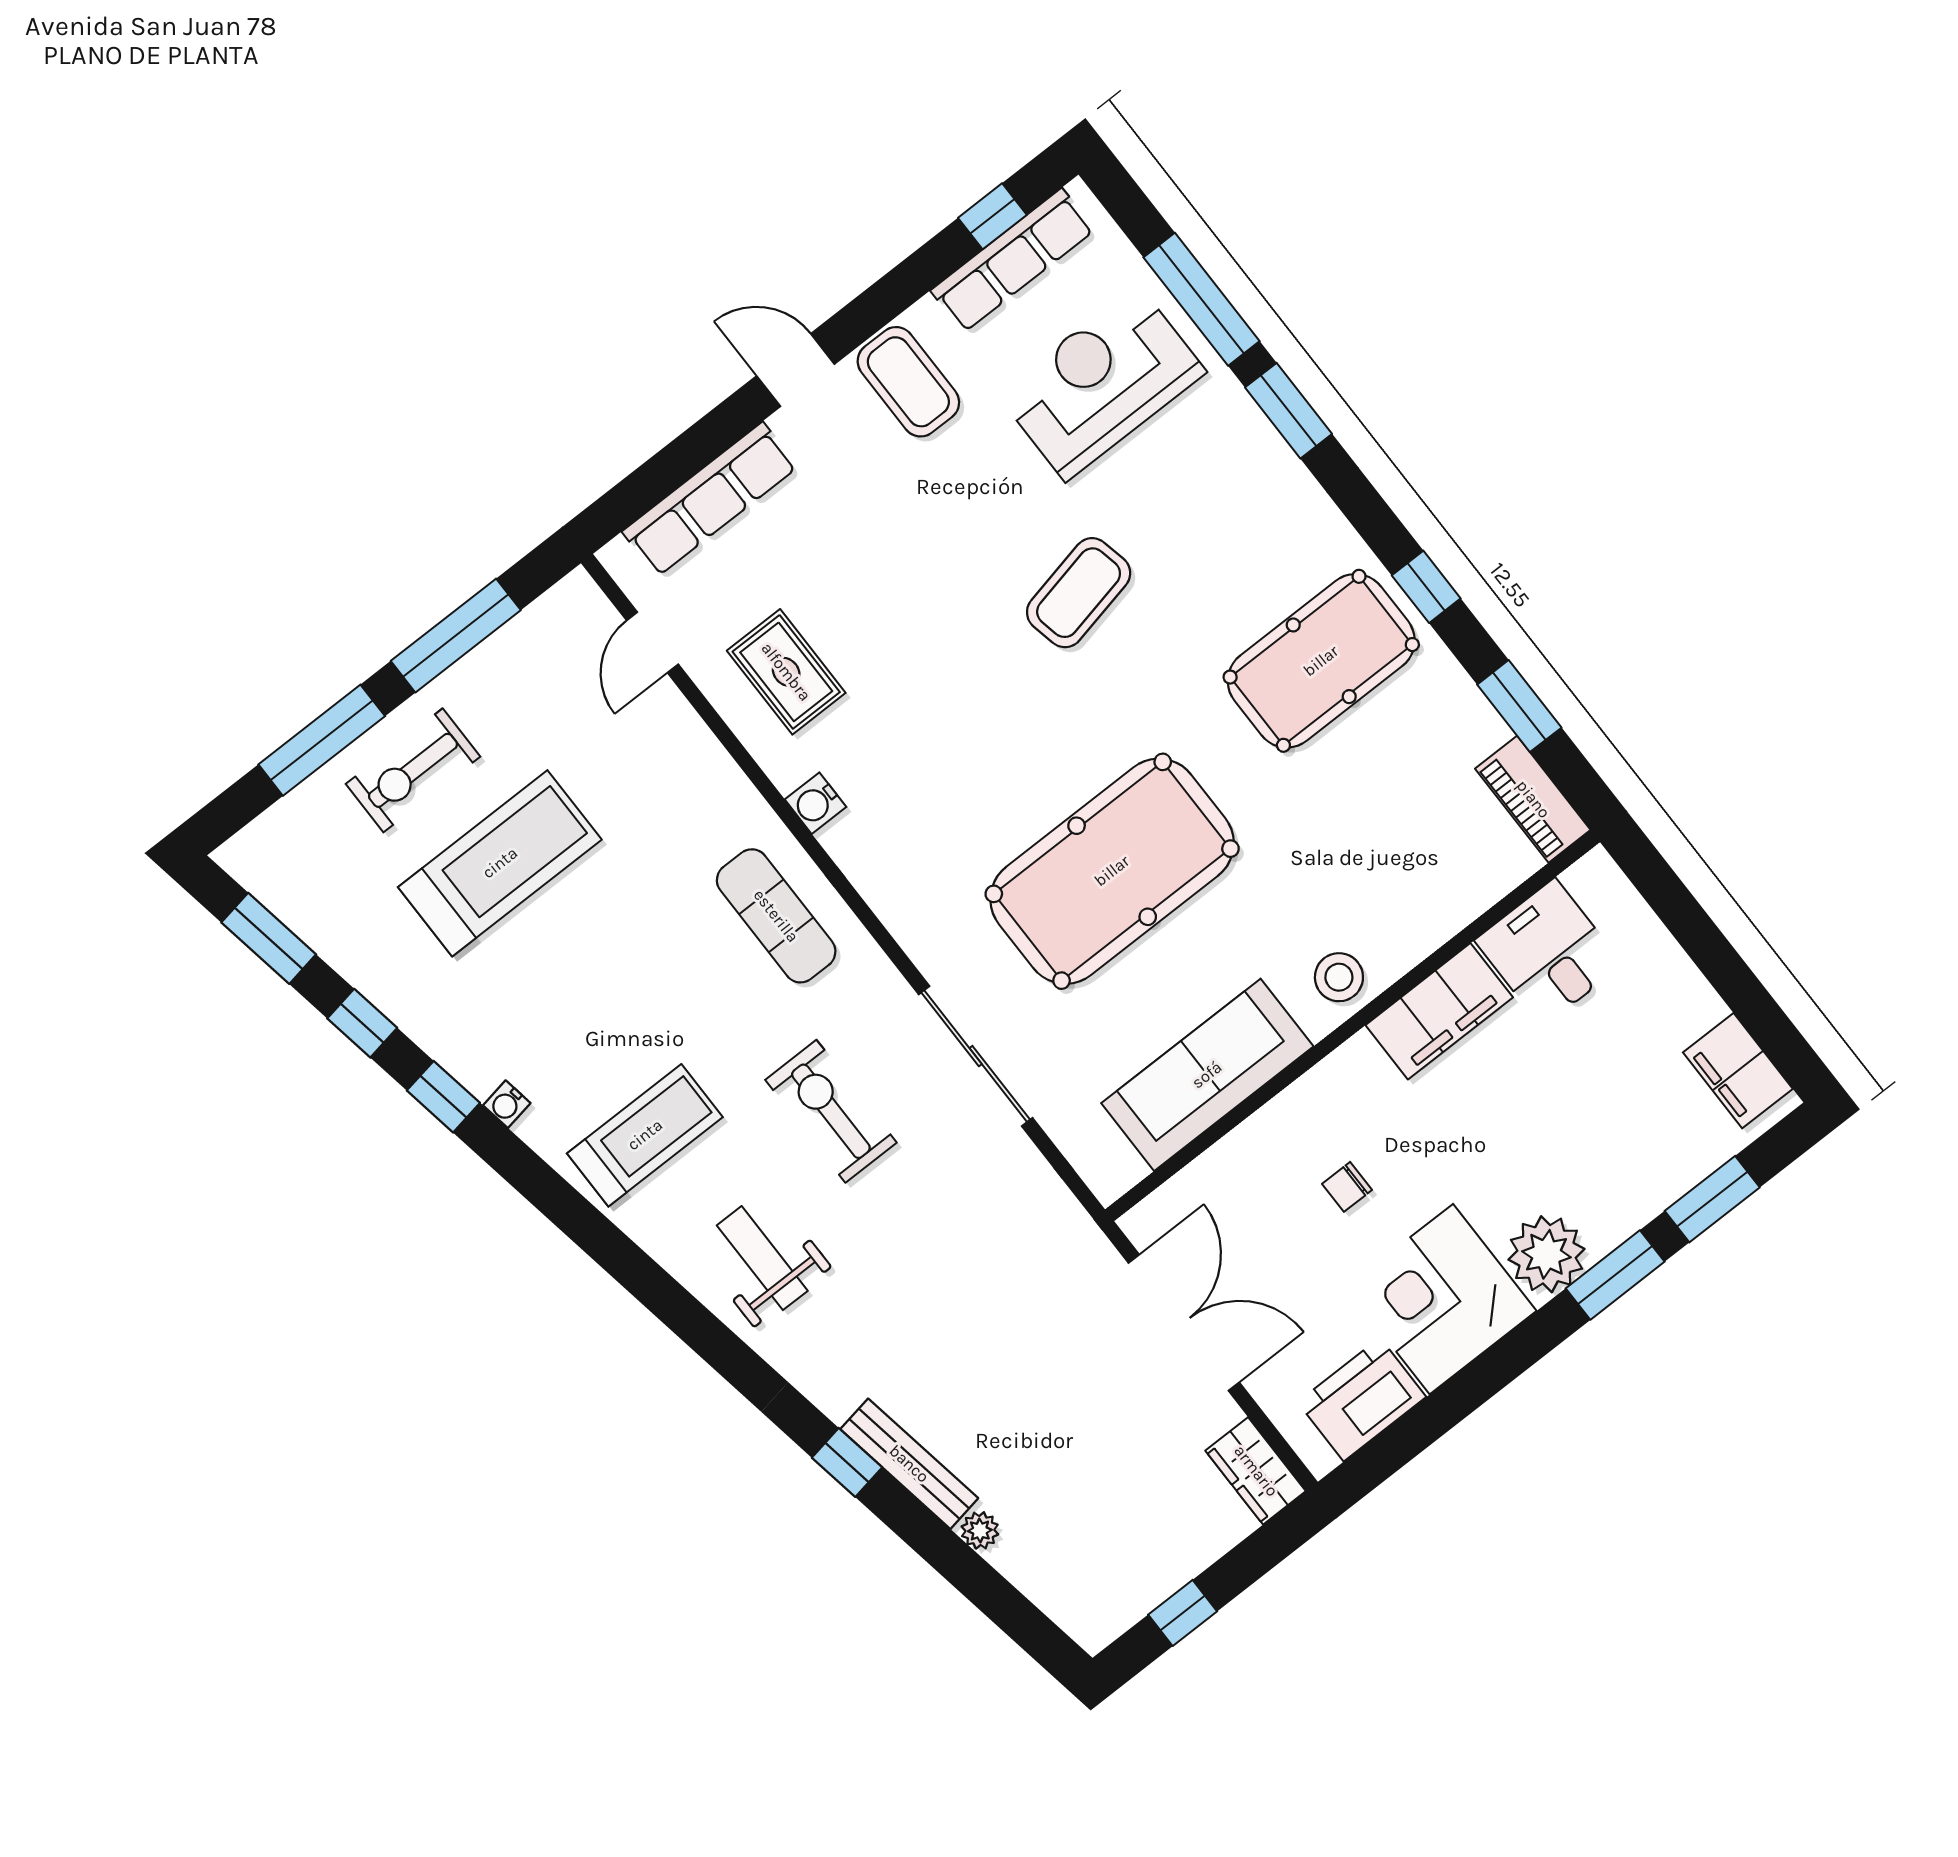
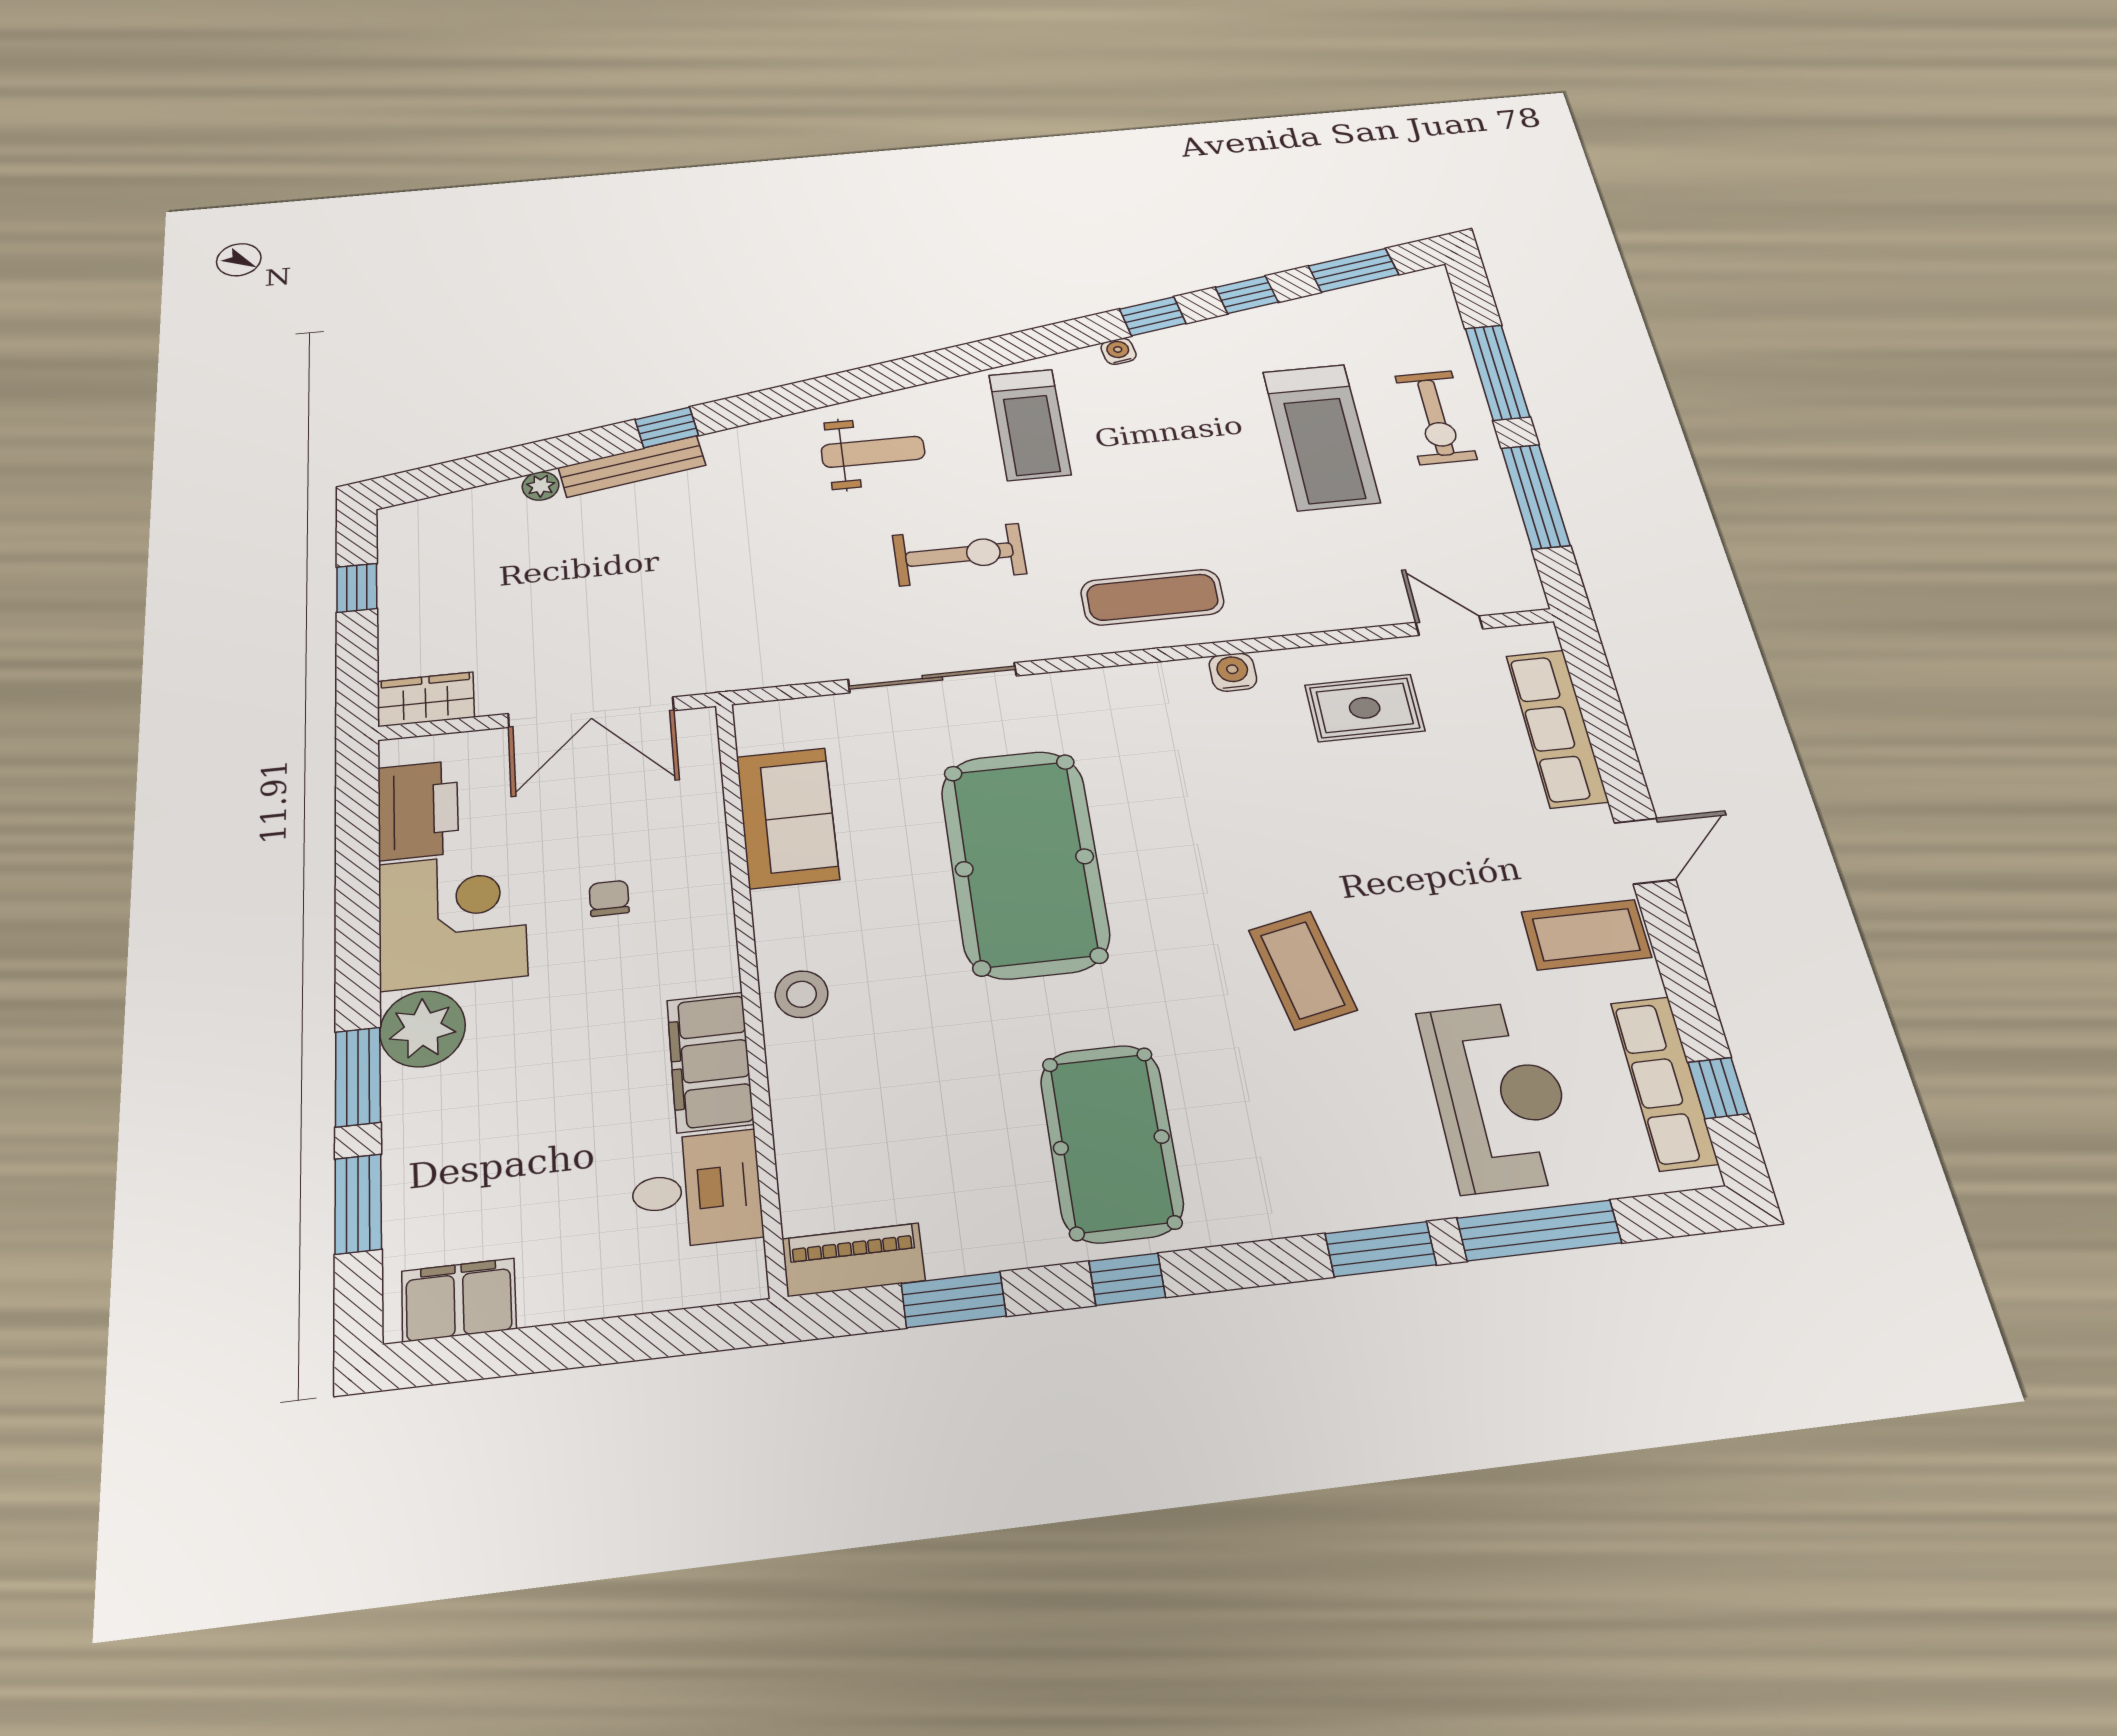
exercise bike: (413, 770) -> (1436, 417), turned 180
sofa: (1207, 1075) -> (787, 818), width x0.73

